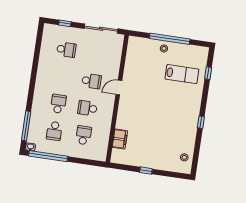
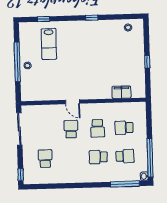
window: (65, 23) -> (21, 175), moved
lab bench: (182, 74) -> (49, 44), turned 180

